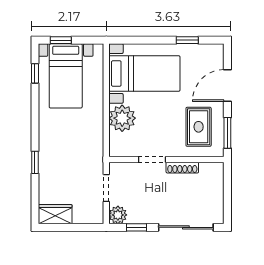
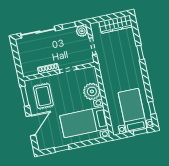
wardrobe: (55, 214) -> (116, 24), width x1.50

